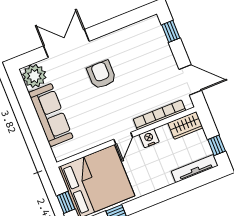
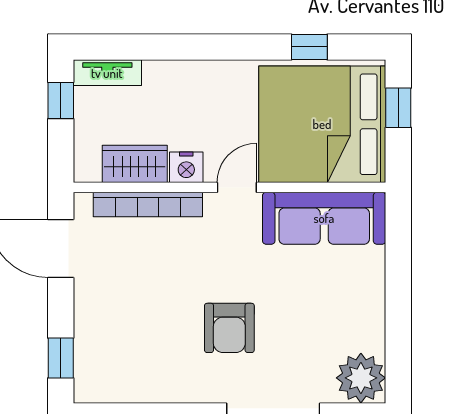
sofa: (51, 115) -> (324, 218), moved, turned -90
wardrobe: (185, 125) -> (135, 164), moved
tv unit: (195, 169) -> (107, 73), width x0.71

